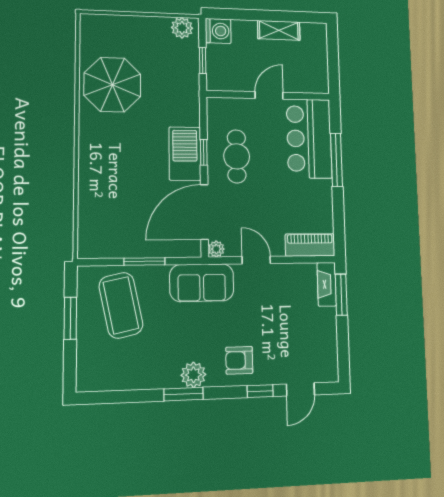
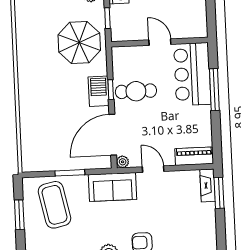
parasol: (112, 85) -> (79, 43), moved
door: (269, 95) -> (160, 42), hinge flipped
barbecue: (185, 154) -> (99, 91), width x0.73, depth x0.83
cafe table: (237, 156) -> (136, 91), turned 90

